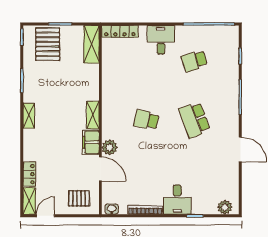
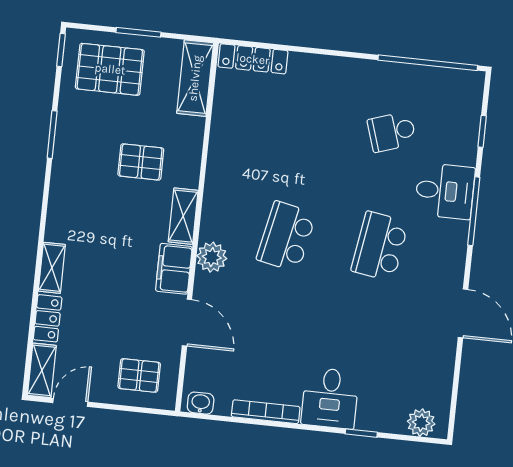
desk: (161, 40) -> (445, 191), moved, turned 90
pallet: (48, 44) -> (110, 69), turned 90
pallet: (68, 90) -> (141, 162), added
shelving: (29, 116) -> (52, 268), moved
school desk: (146, 120) -> (286, 236), width x1.85
school desk: (194, 120) -> (380, 246), turned 30
plant: (110, 147) -> (212, 257), moved

